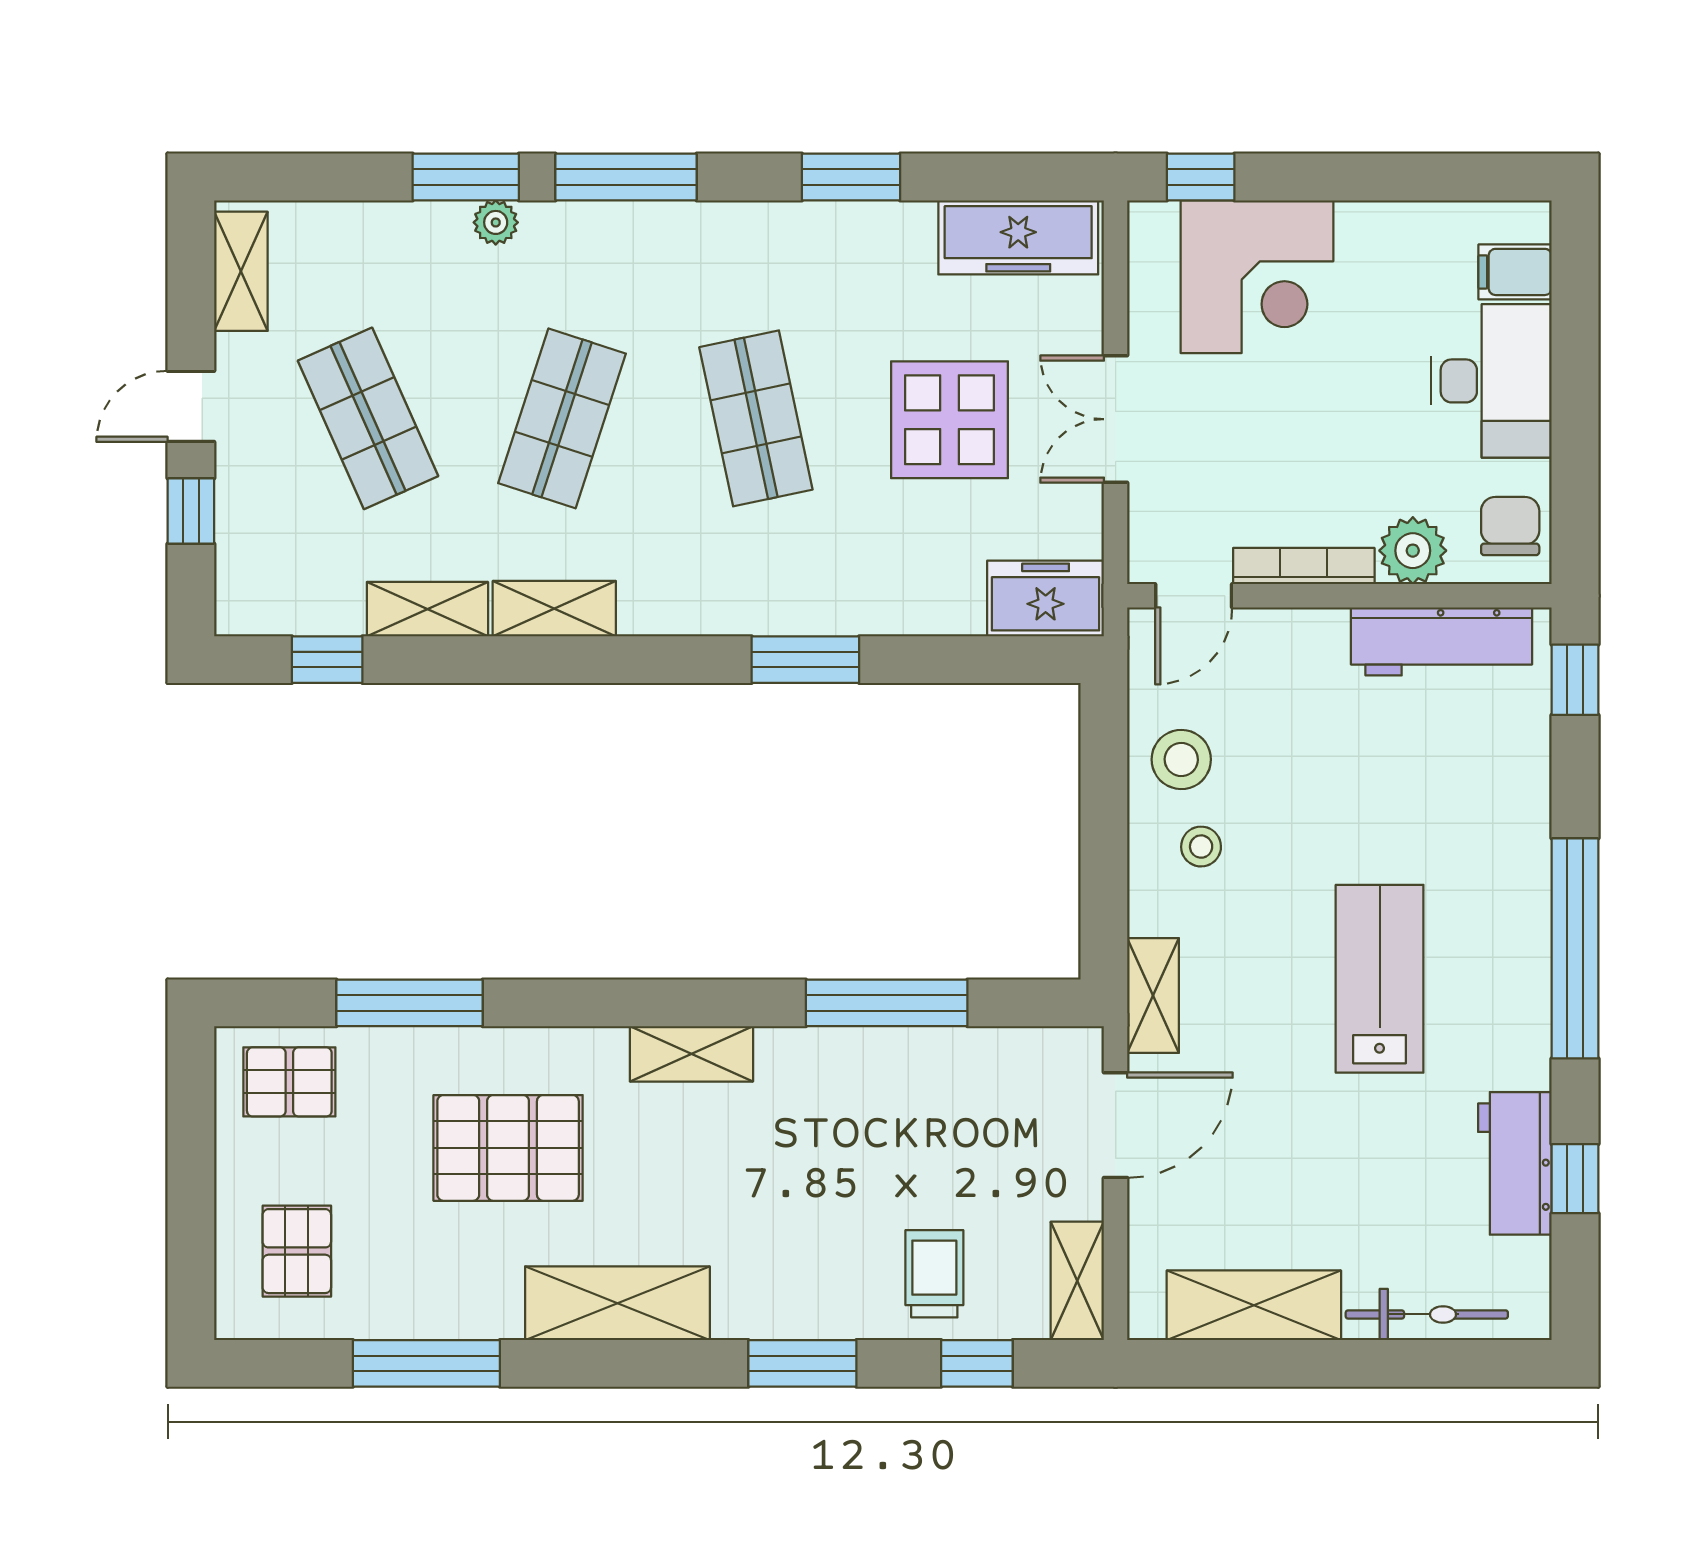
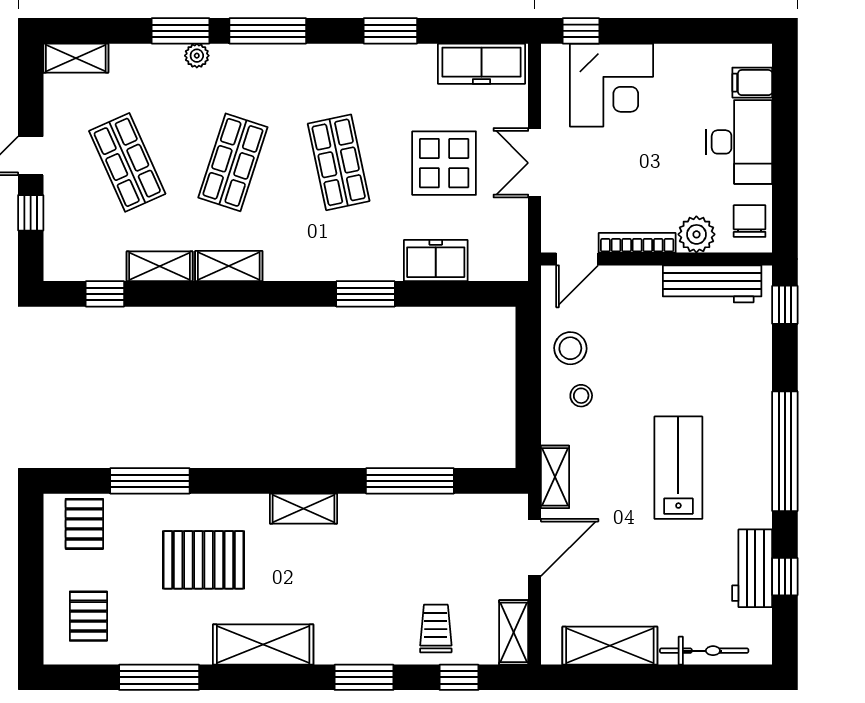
shelving: (241, 271) -> (76, 58), moved, turned 90
freezer: (1046, 599) -> (436, 261), moved
pallet: (289, 1082) -> (84, 524), turned 90

